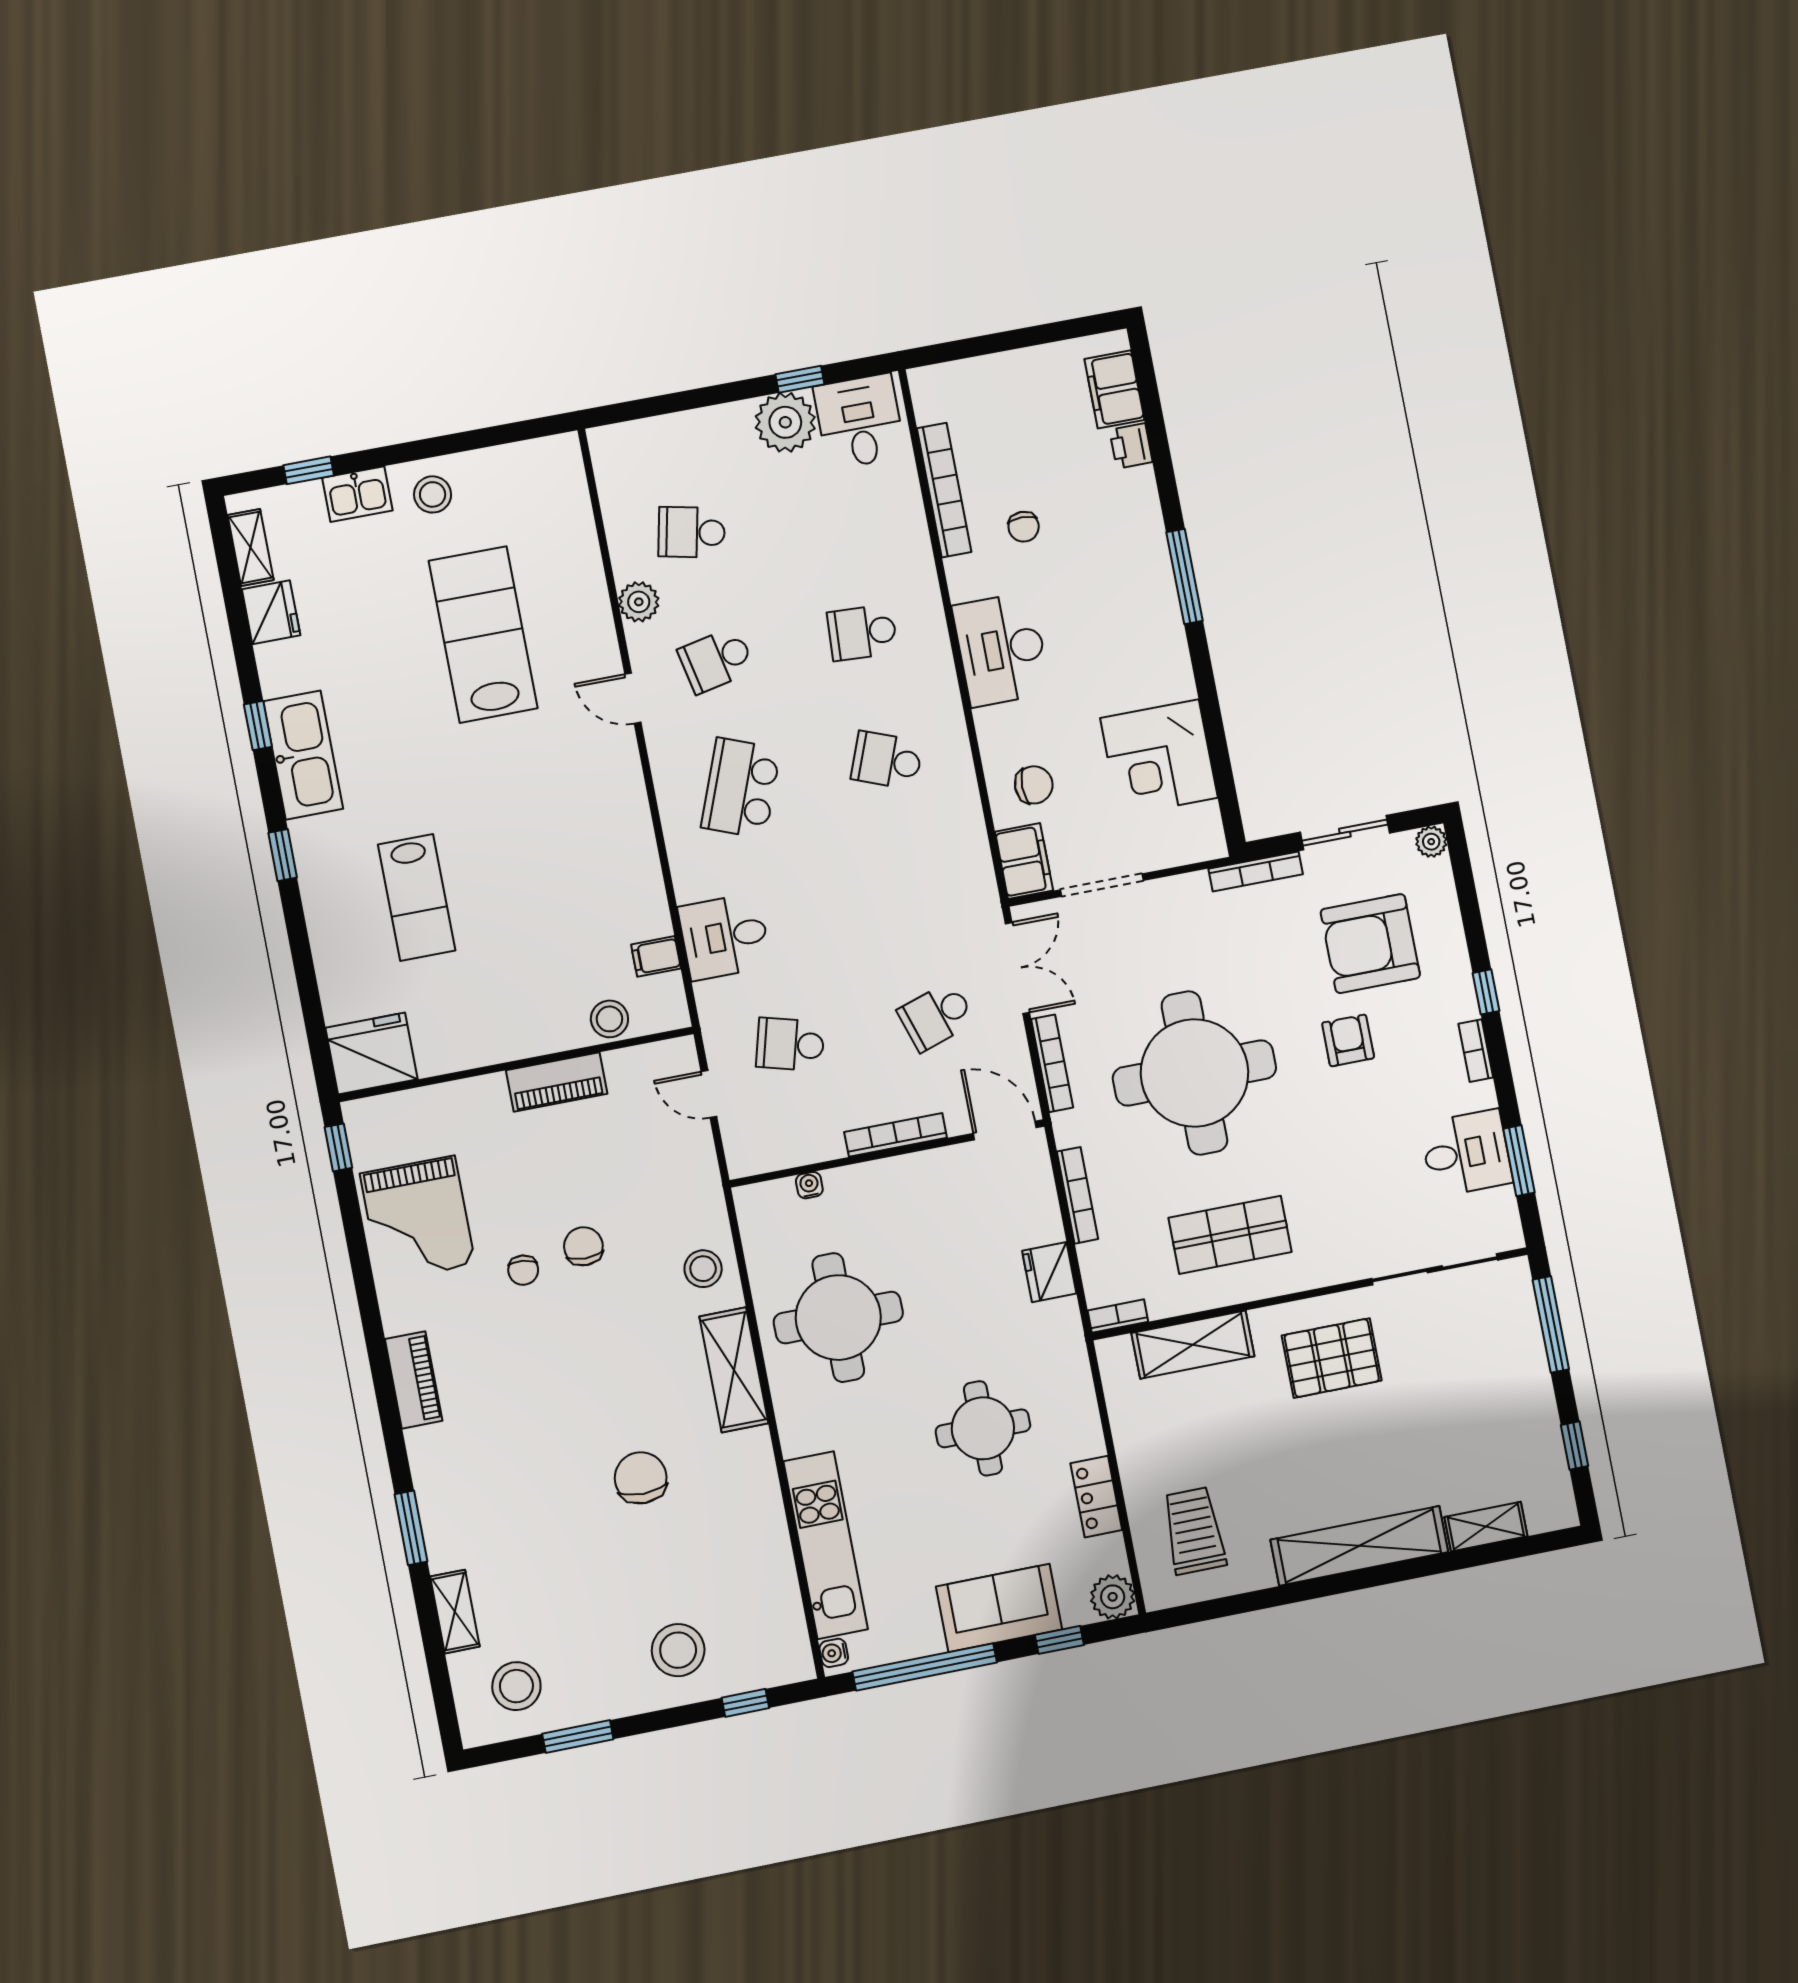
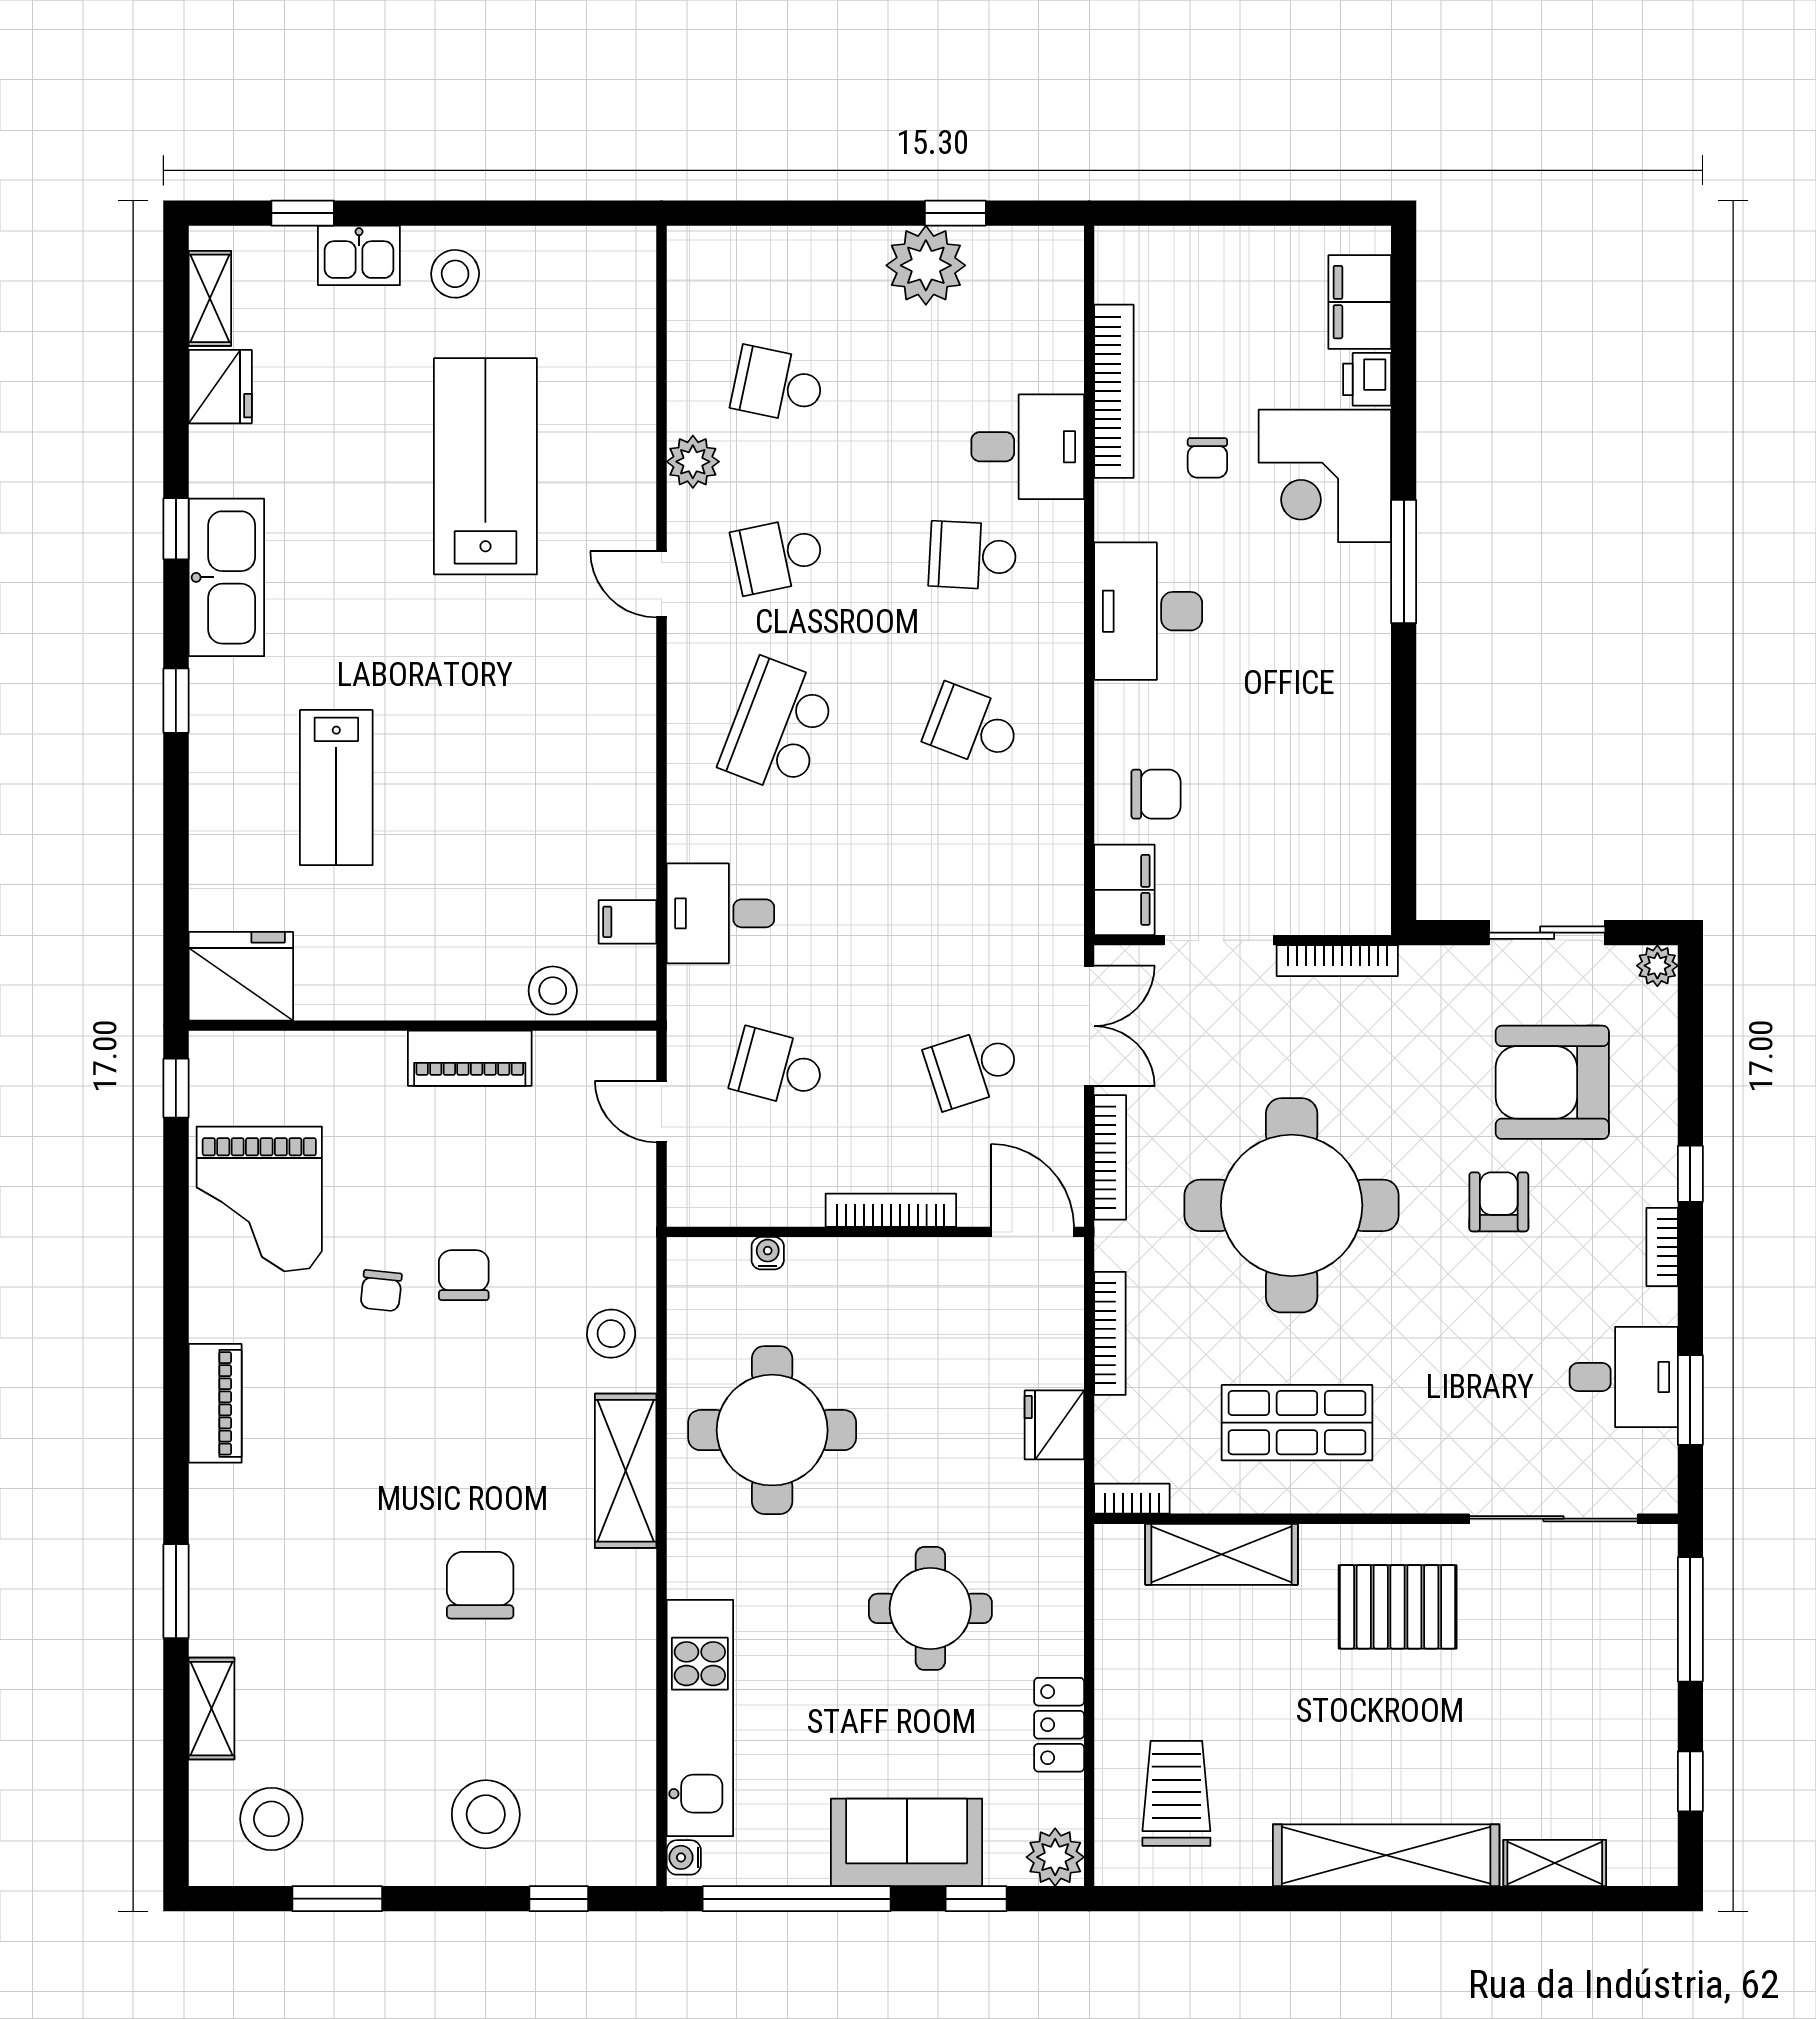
desk: (860, 421) -> (1028, 447), moved, turned 90
corner desk: (1159, 758) -> (1325, 476), moved
bookcase: (1256, 872) -> (1337, 961), moved

